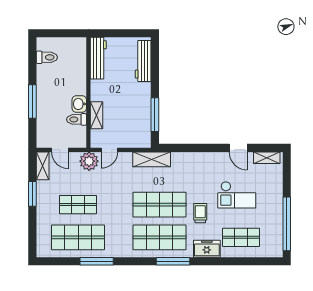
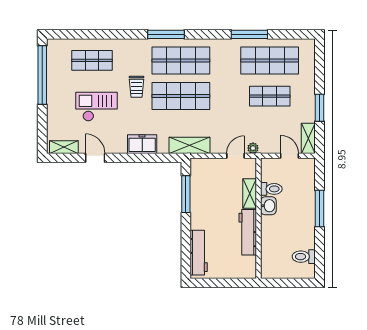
workbench: (98, 58) -> (248, 232), moved
plant: (89, 161) -> (253, 148), width x0.53, depth x0.53
freezer: (207, 249) -> (142, 144), moved, turned 180

